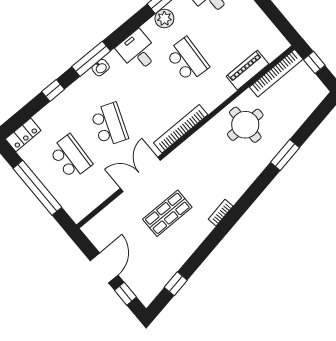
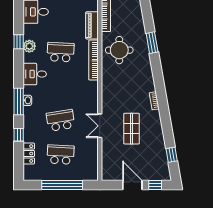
school desk: (109, 125) -> (61, 120), turned -30
bookcase: (181, 129) -> (93, 60), moved
locker: (23, 135) -> (29, 154), moved
double door: (140, 174) -> (100, 126), width x0.73

